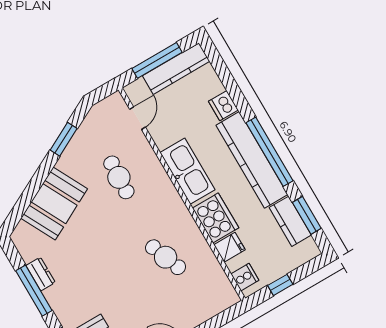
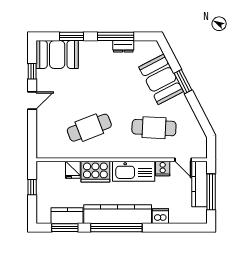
kitchen counter: (176, 69) -> (199, 184), moved
window: (64, 139) -> (183, 82), moved
cafe table: (119, 177) -> (154, 128), width x1.37, depth x1.35
cafe table: (166, 257) -> (89, 128), width x1.37, depth x1.35
cooker: (245, 277) -> (163, 169), moved

